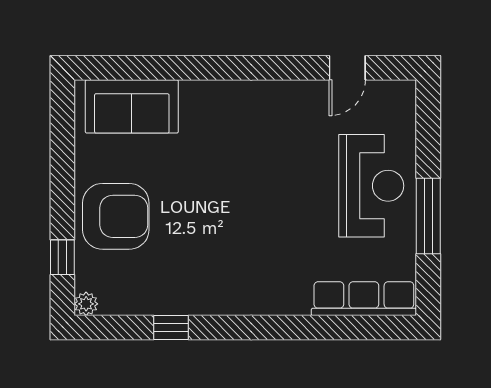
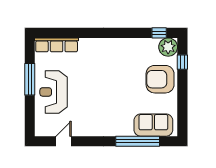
window: (170, 68) -> (138, 141), added
plant: (86, 304) -> (168, 47), width x1.87, depth x1.87
window: (171, 328) -> (159, 33), moved

